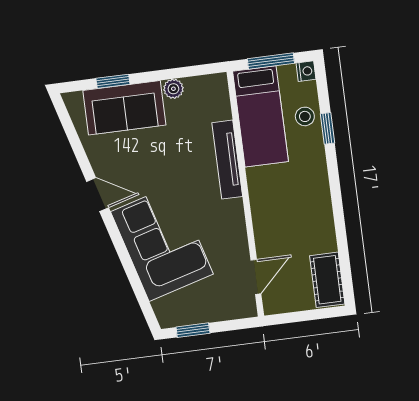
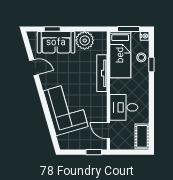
plant: (173, 89) -> (85, 40), width x1.88, depth x1.88
door: (98, 195) -> (34, 68), moved
desk: (282, 225) -> (124, 107), added
door: (256, 277) -> (108, 131), swing flipped
window: (193, 330) -> (94, 152), moved

